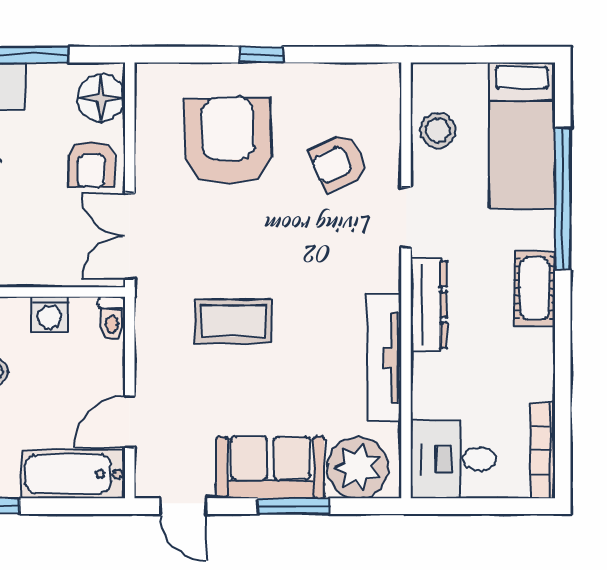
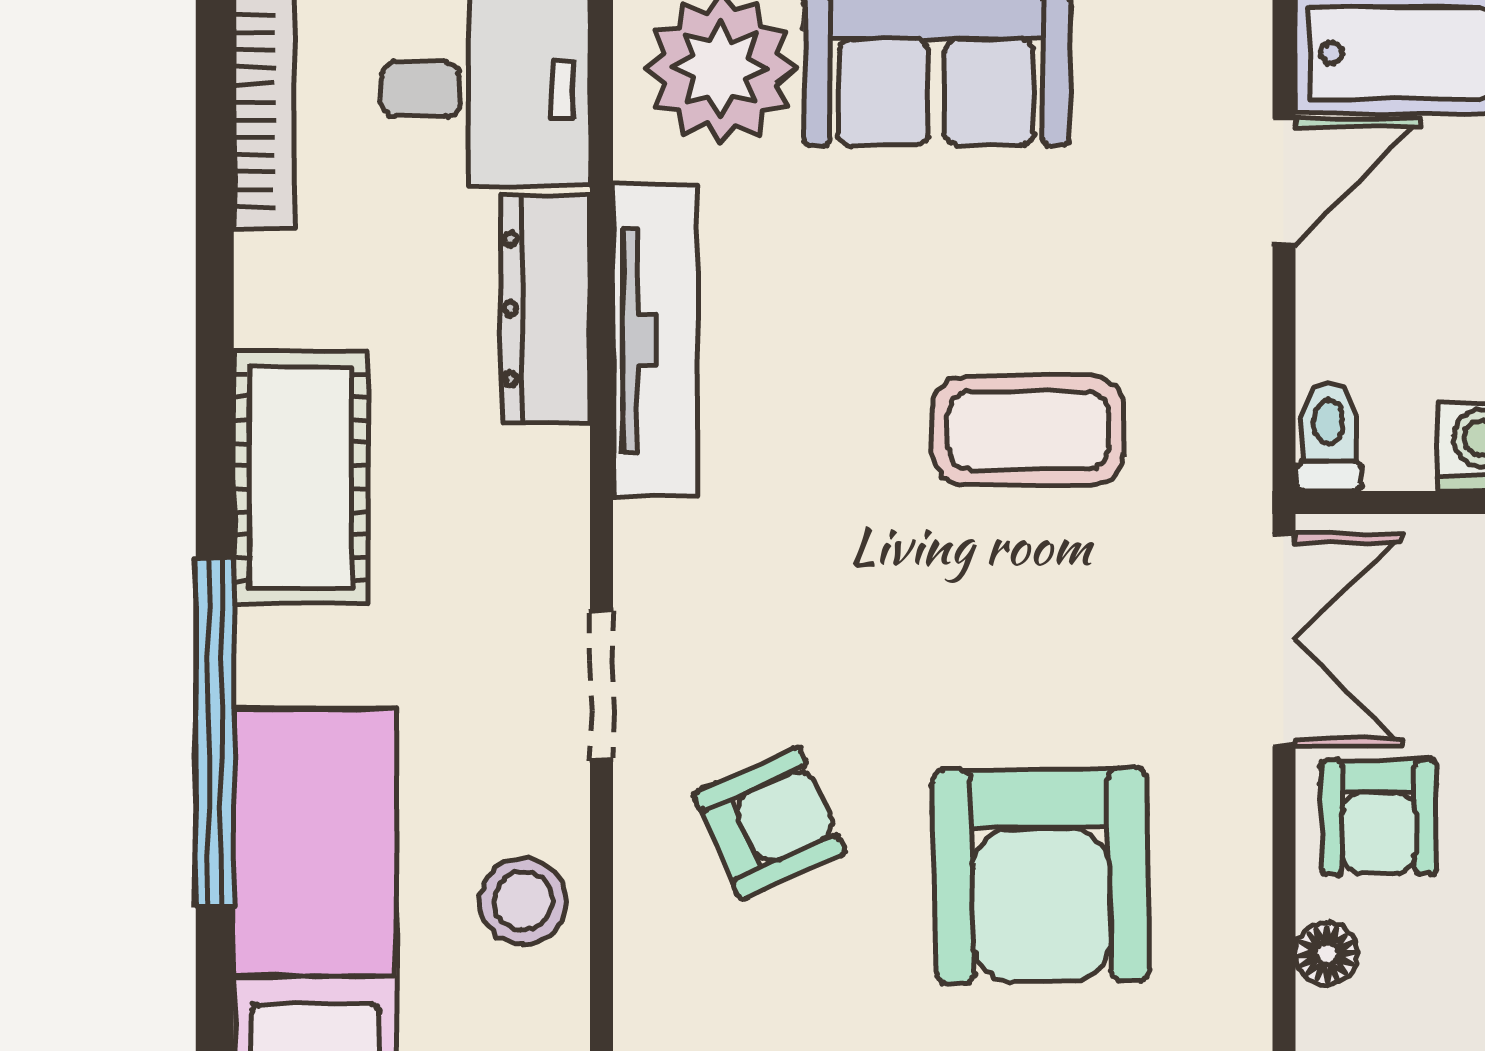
floor lamp: (101, 98) -> (1327, 954), width x0.53, depth x0.53
armchair: (91, 164) -> (1379, 817), turned 180
cot: (535, 288) -> (301, 477), width x1.37, depth x1.34
dresser: (429, 305) -> (545, 309), moved

